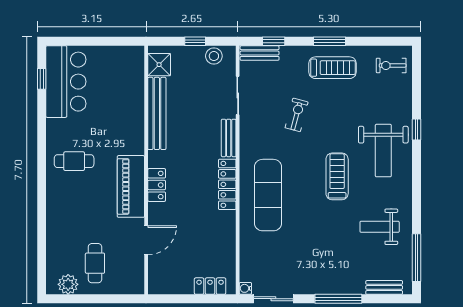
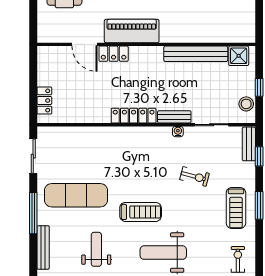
locker: (157, 185) -> (114, 54), moved
exercise mat: (268, 195) -> (76, 195), moved
bench: (384, 287) -> (43, 247), width x1.36
water cooler: (245, 288) -> (178, 132), moved

